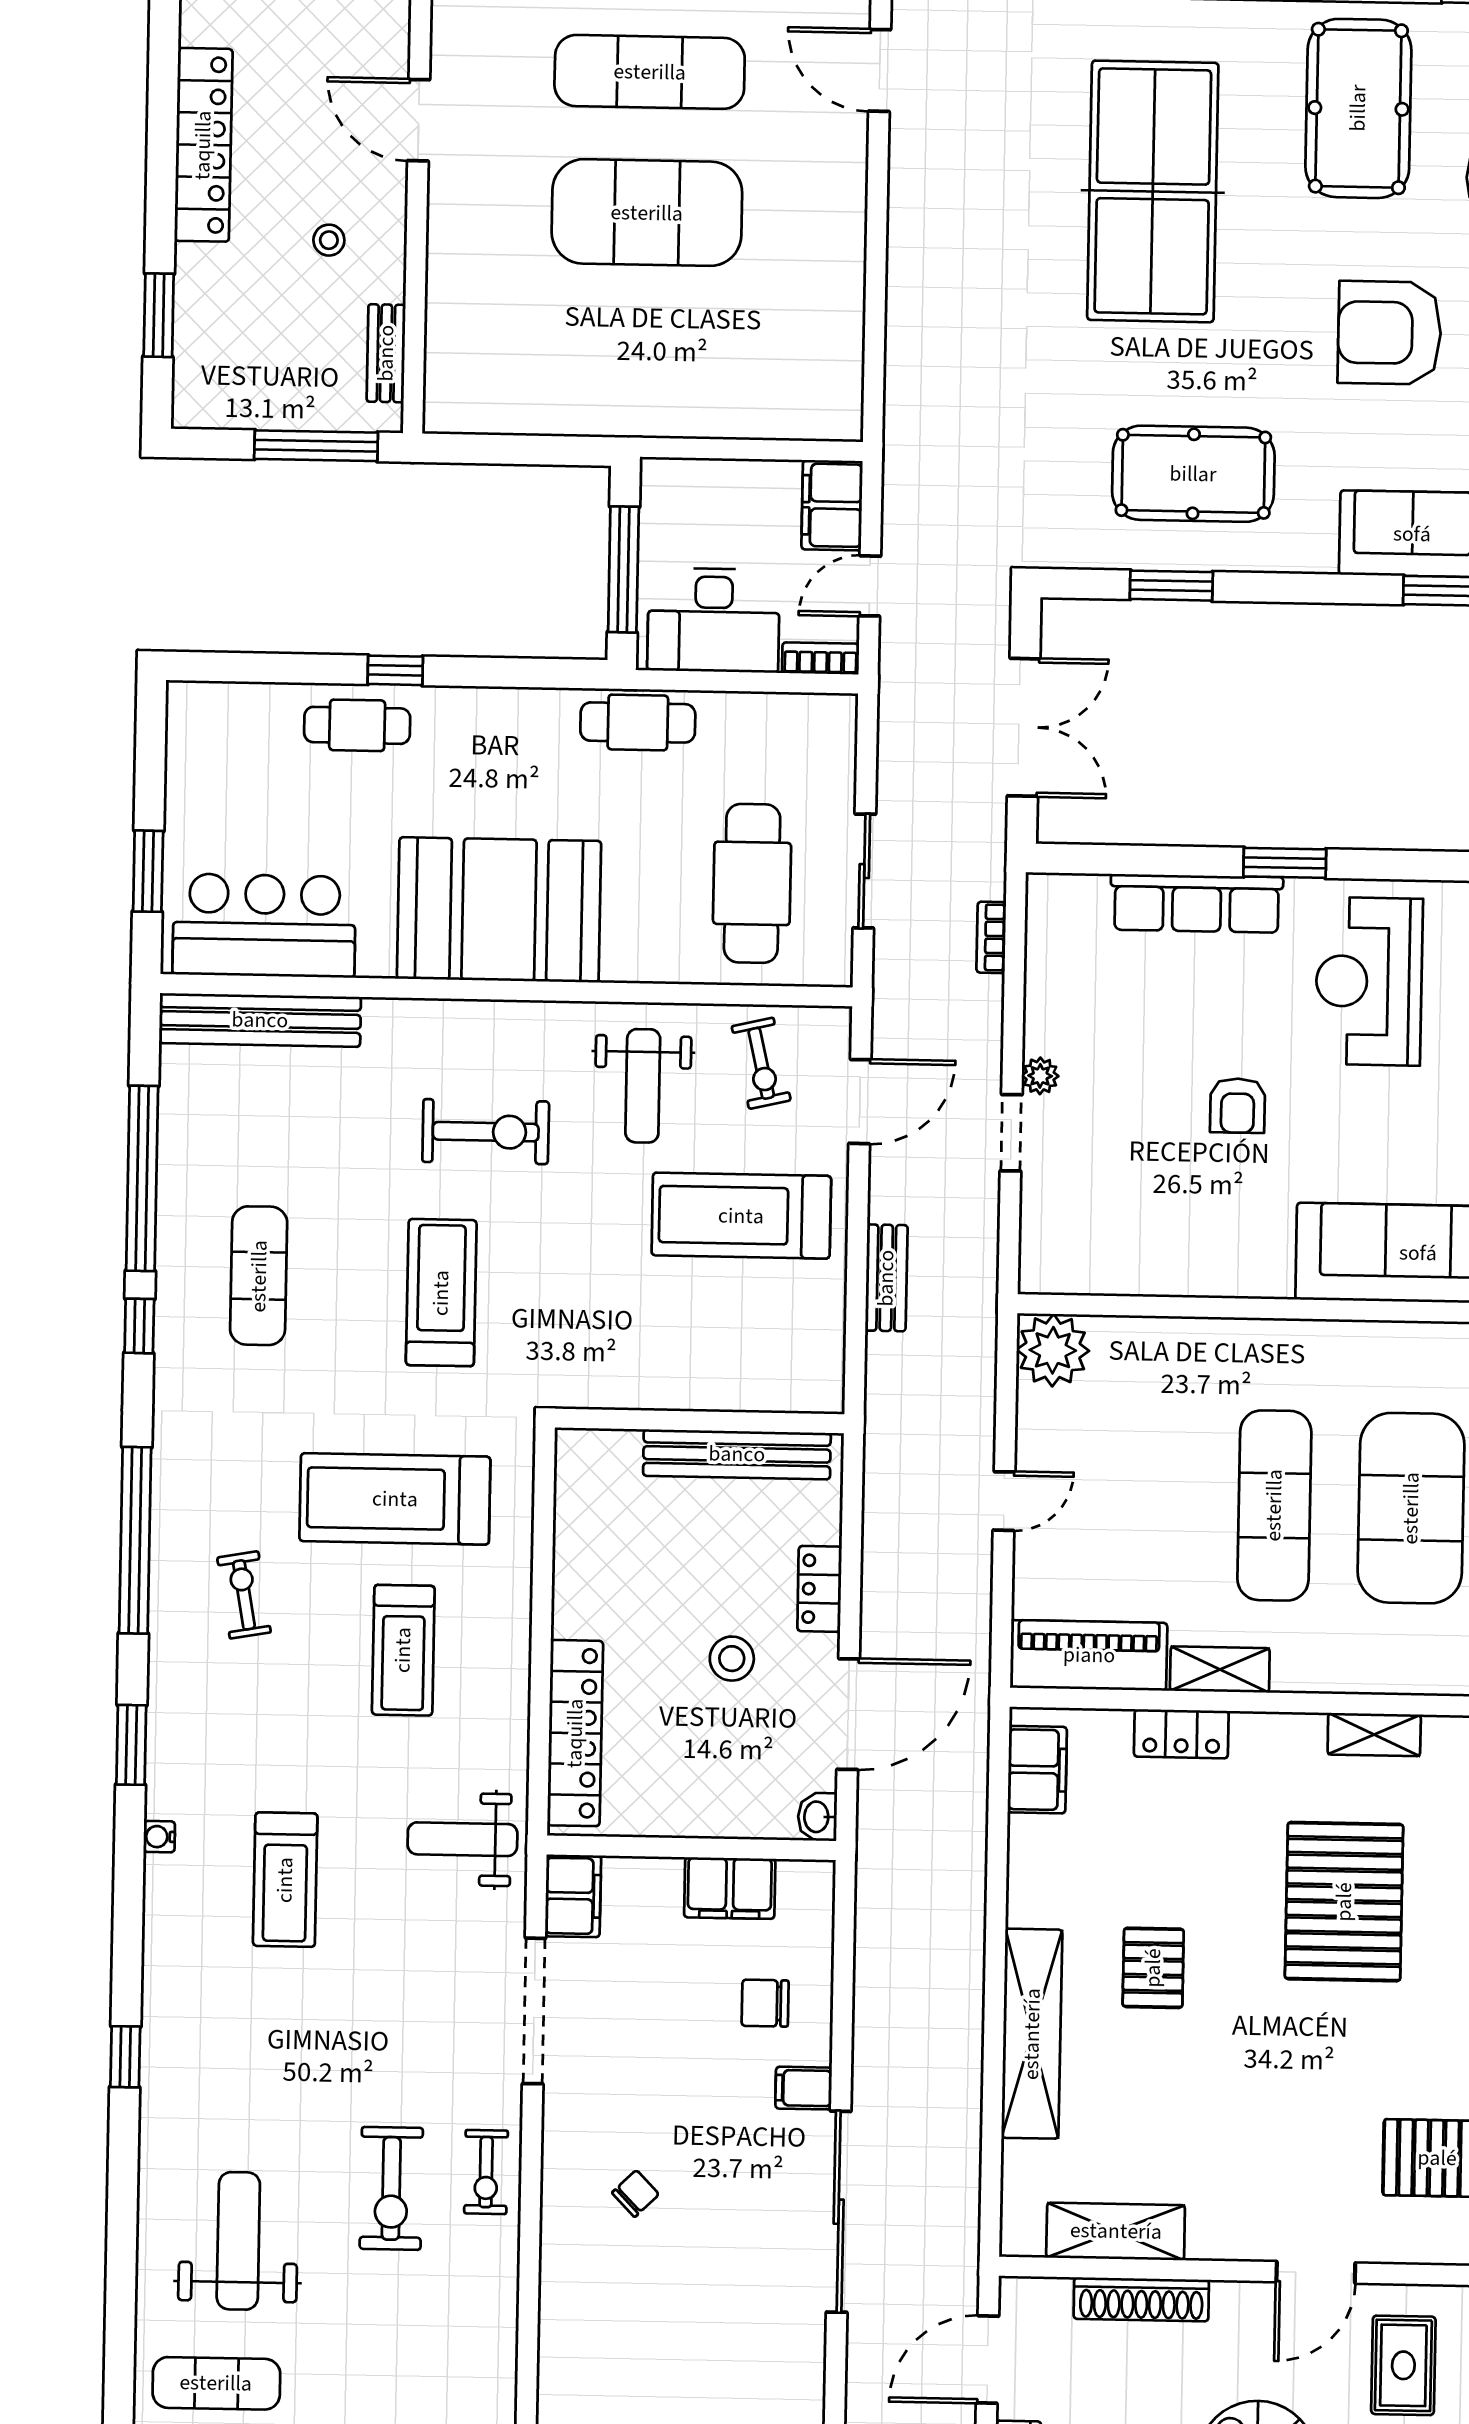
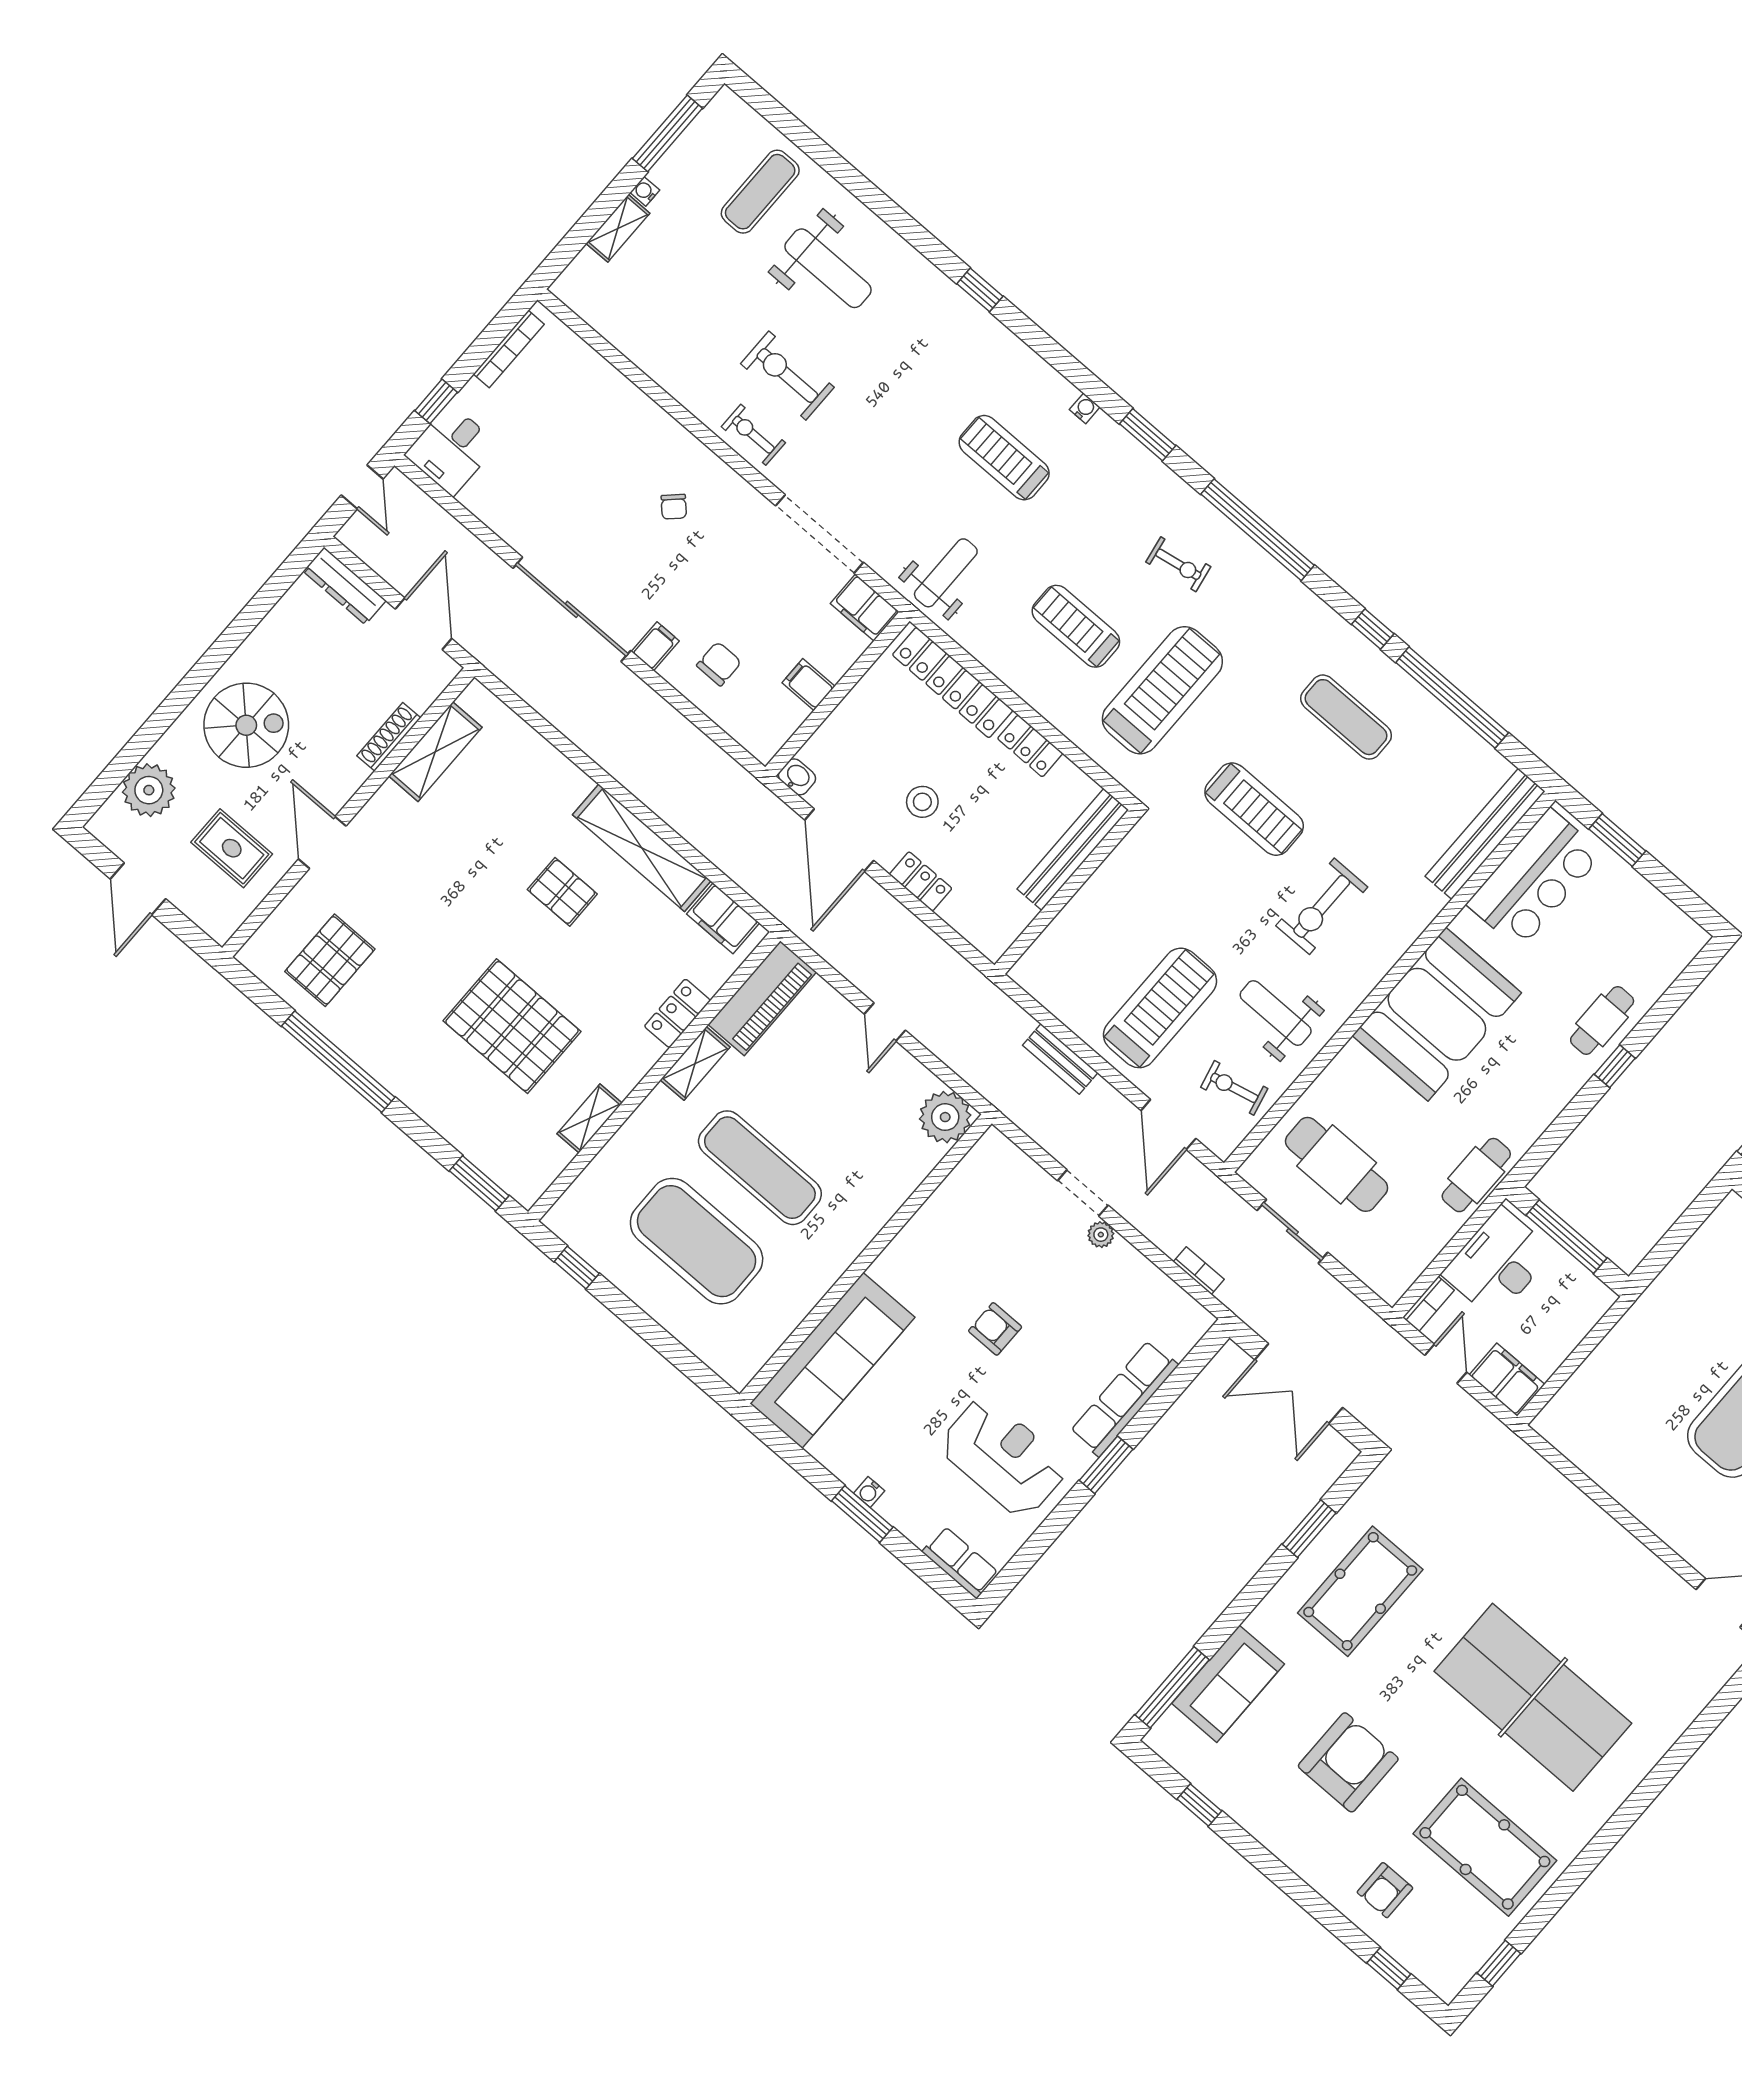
bench: (737, 1454) -> (1073, 849), moved
locker: (574, 1592) -> (1030, 746), added
filing cabinet: (730, 1888) -> (808, 685), width x0.50
shelving: (1032, 2034) -> (642, 848), moved
shoe rack: (1141, 2299) -> (389, 737), width x0.74, depth x0.81

